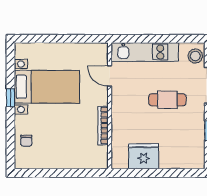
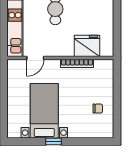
chair: (26, 141) -> (98, 109), moved
fridge: (144, 156) -> (87, 46), moved, turned 90

